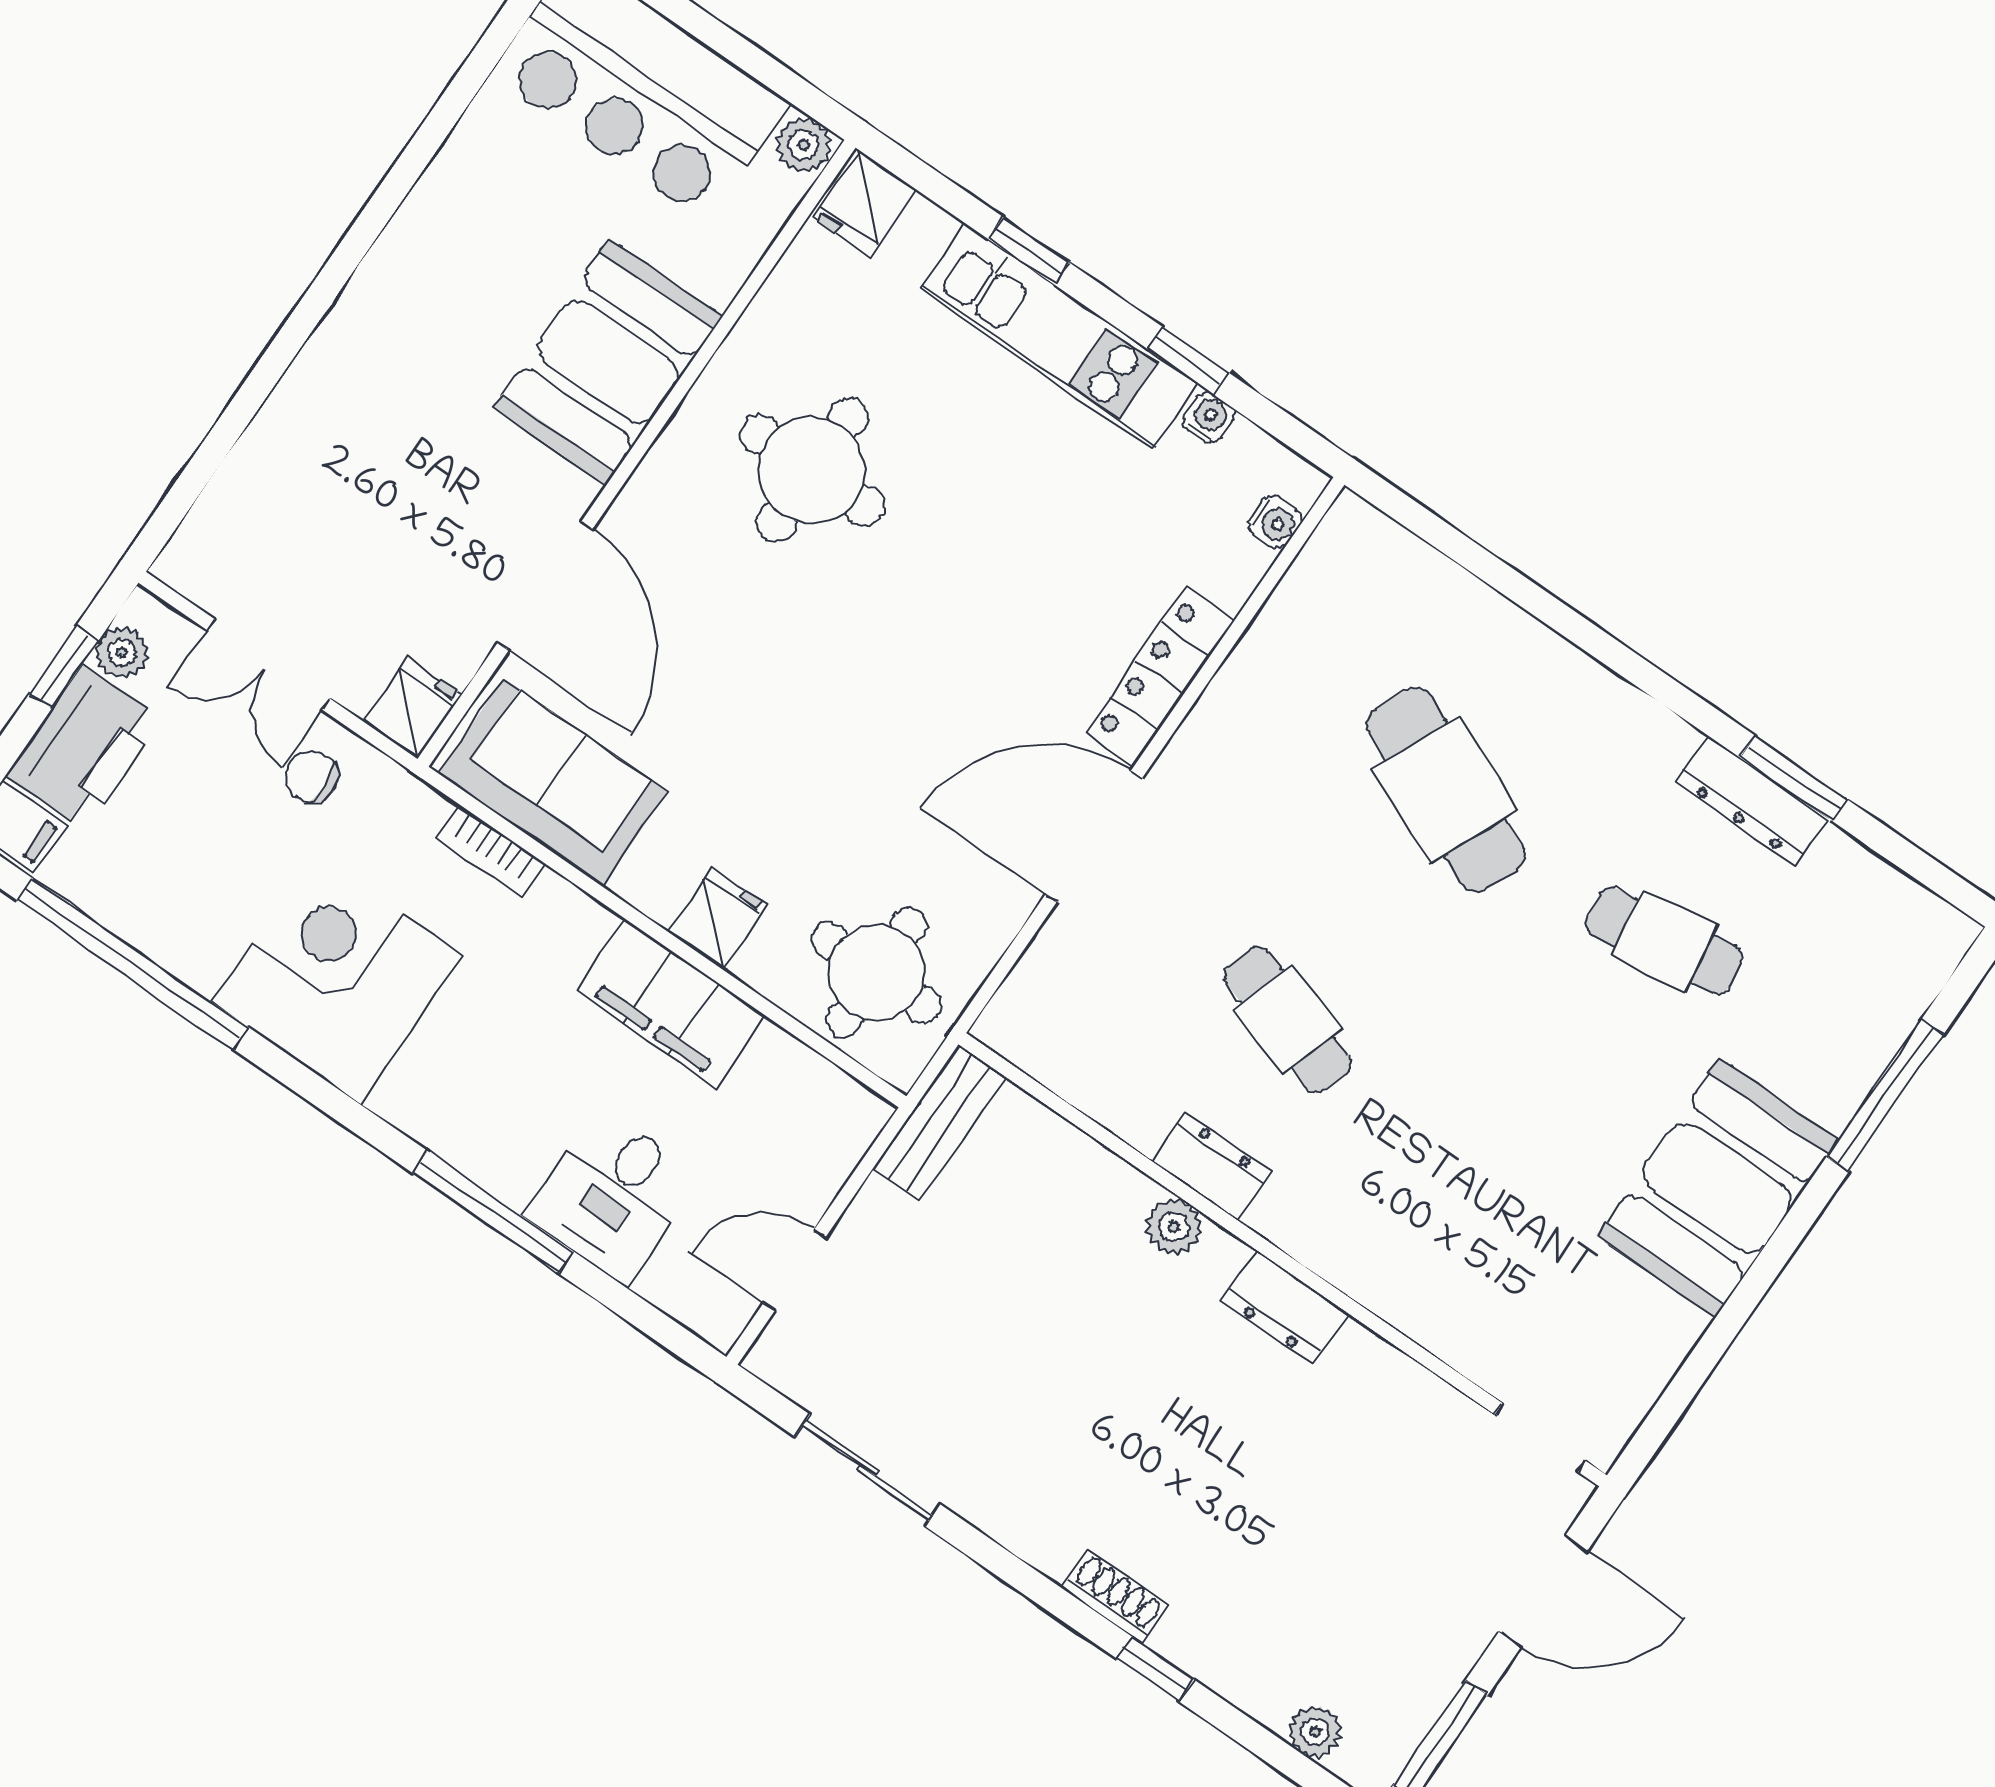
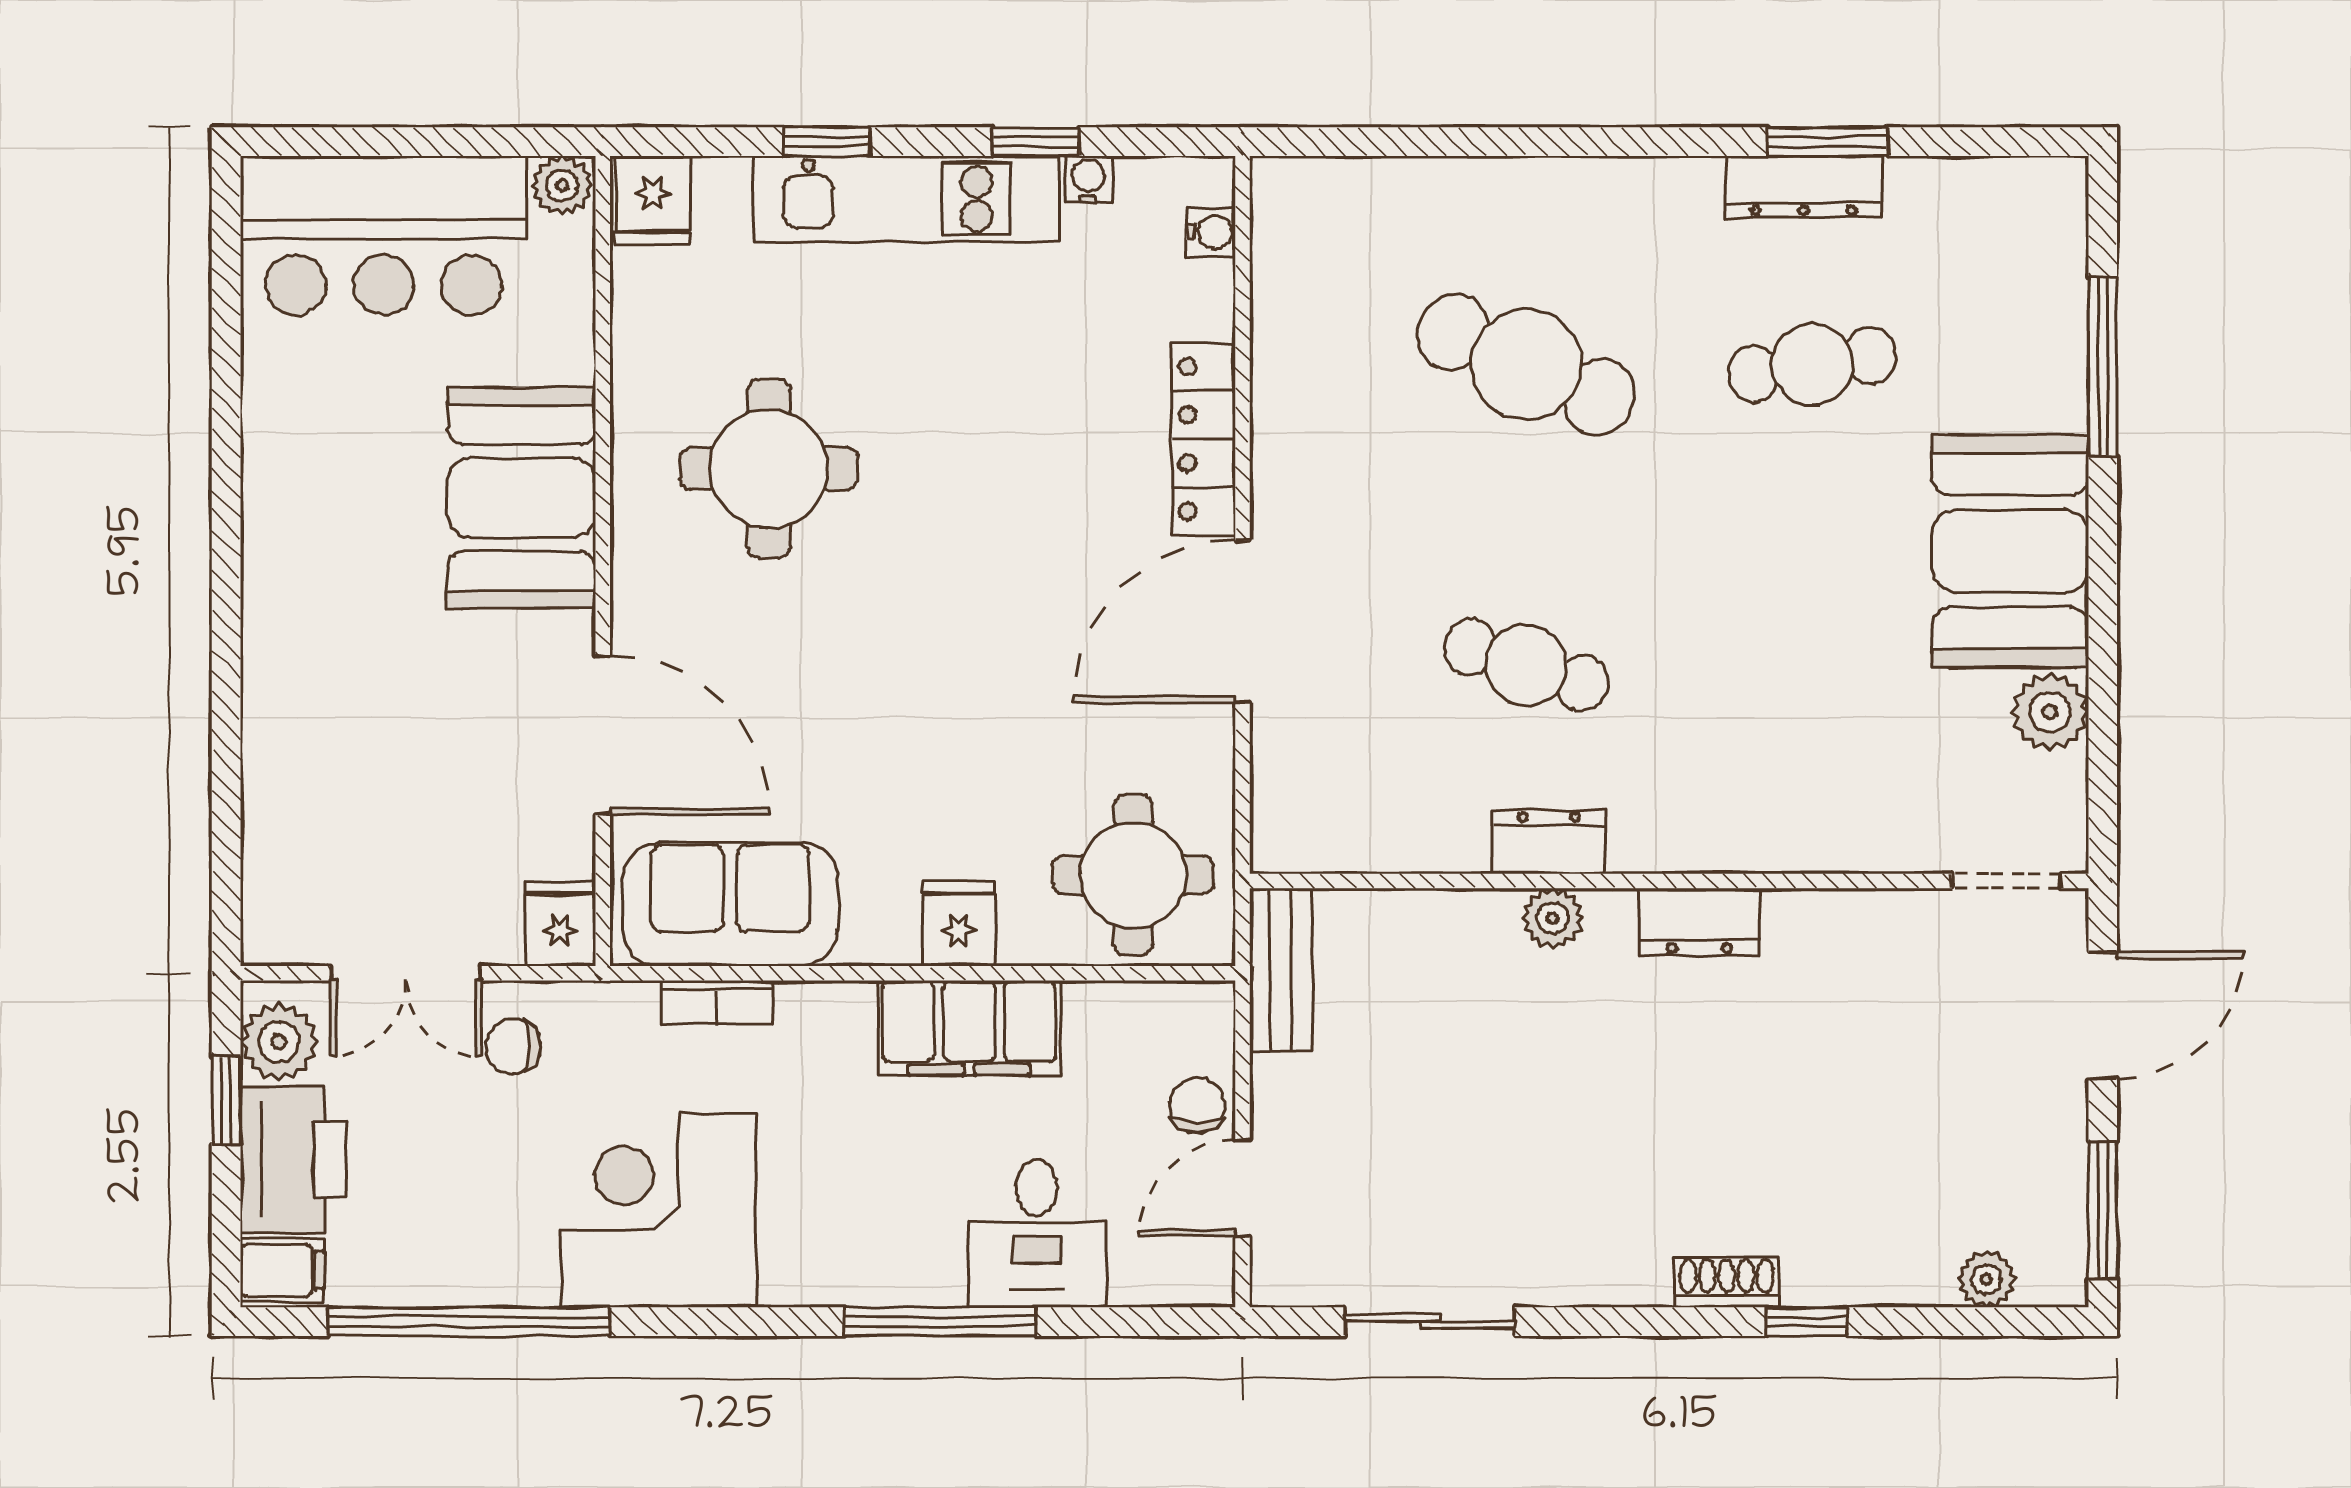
plant: (122, 653) -> (279, 1042), width x1.38, depth x1.38
chair: (804, 1183) -> (1197, 1105), added
plant: (1663, 1331) -> (2050, 712), added

